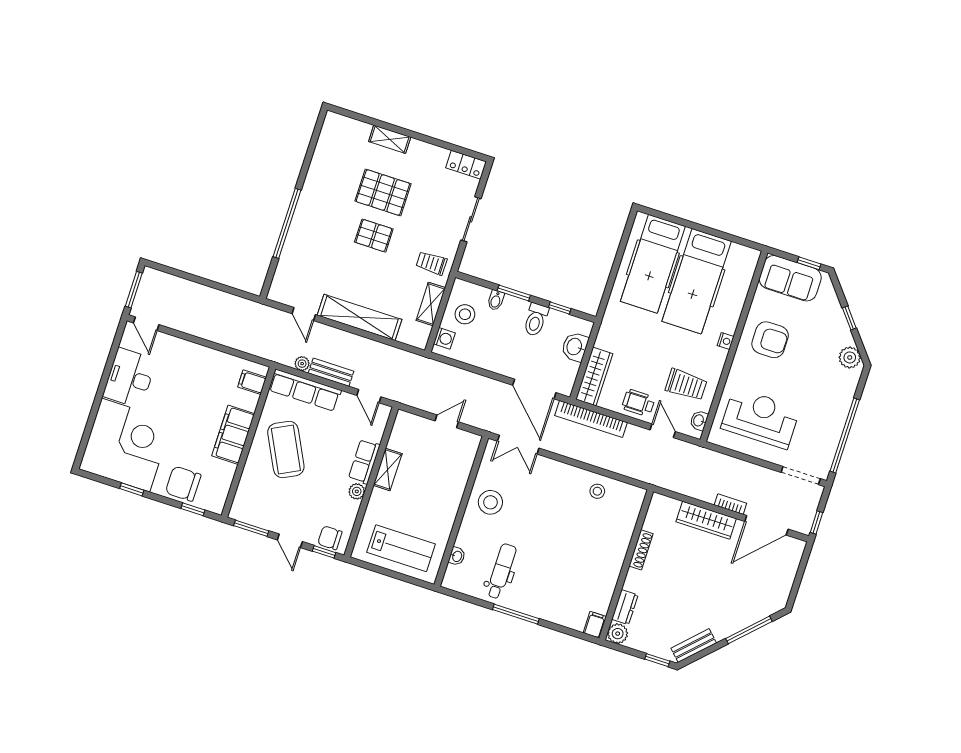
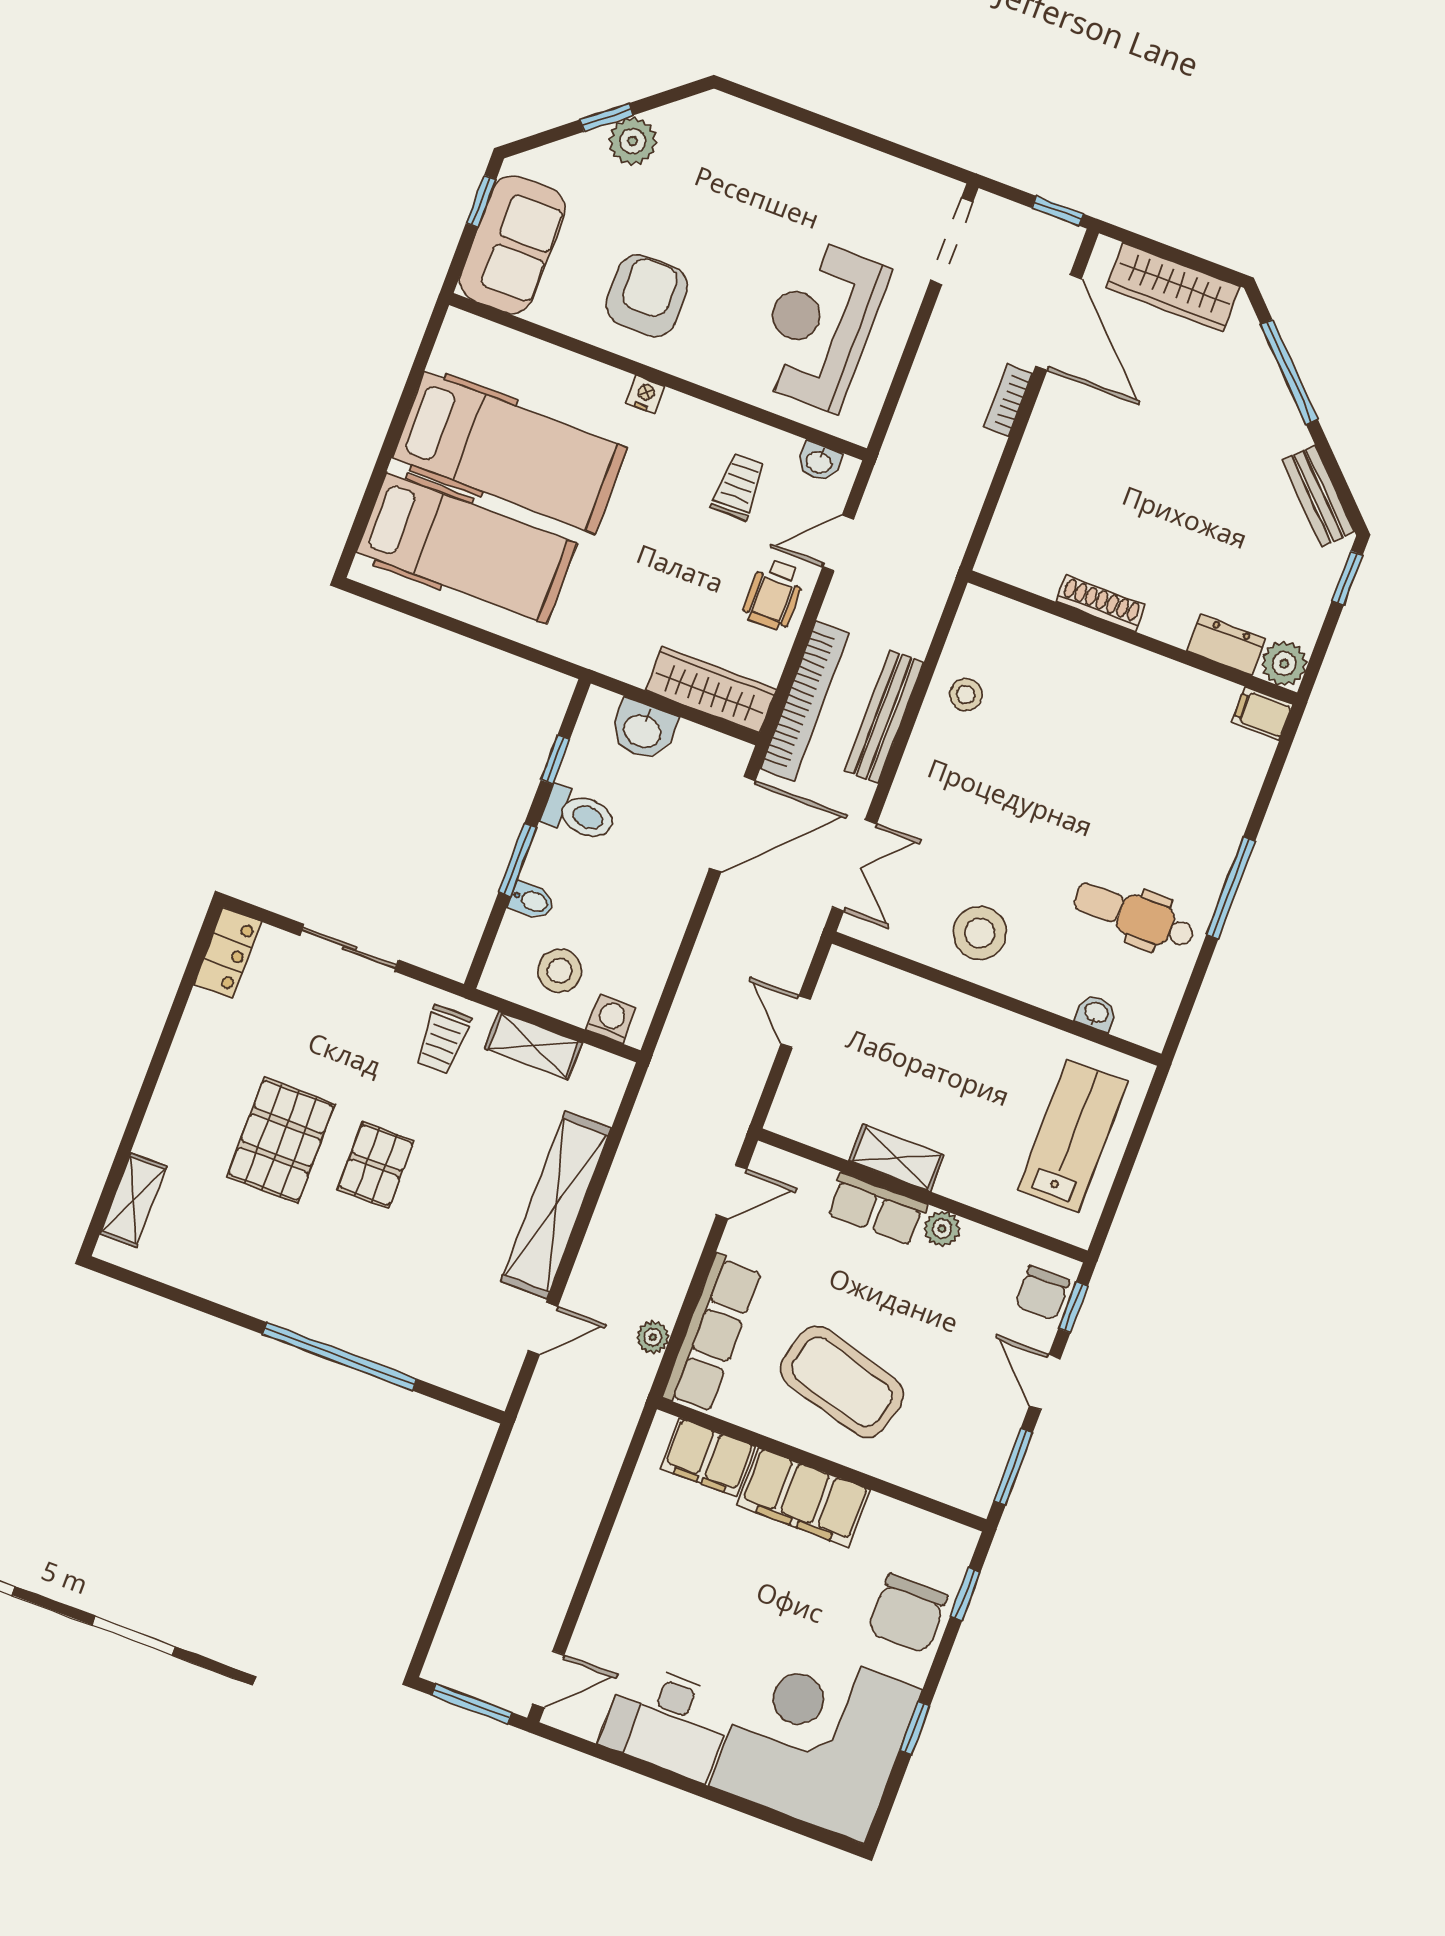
shelving: (390, 139) -> (133, 1200), moved
plant: (850, 357) -> (633, 141), moved
bench: (331, 372) -> (884, 717), moved, width x1.36
filing cabinet: (252, 382) -> (708, 1457), width x2.00
trolley: (686, 385) -> (738, 487), width x0.73, depth x0.72
window: (845, 436) -> (867, 139), removed
coffee table: (286, 450) -> (842, 1382), turned 43
wardrobe: (706, 520) -> (1173, 287), moved, turned 90
door: (290, 541) -> (1045, 1382), swing flipped

